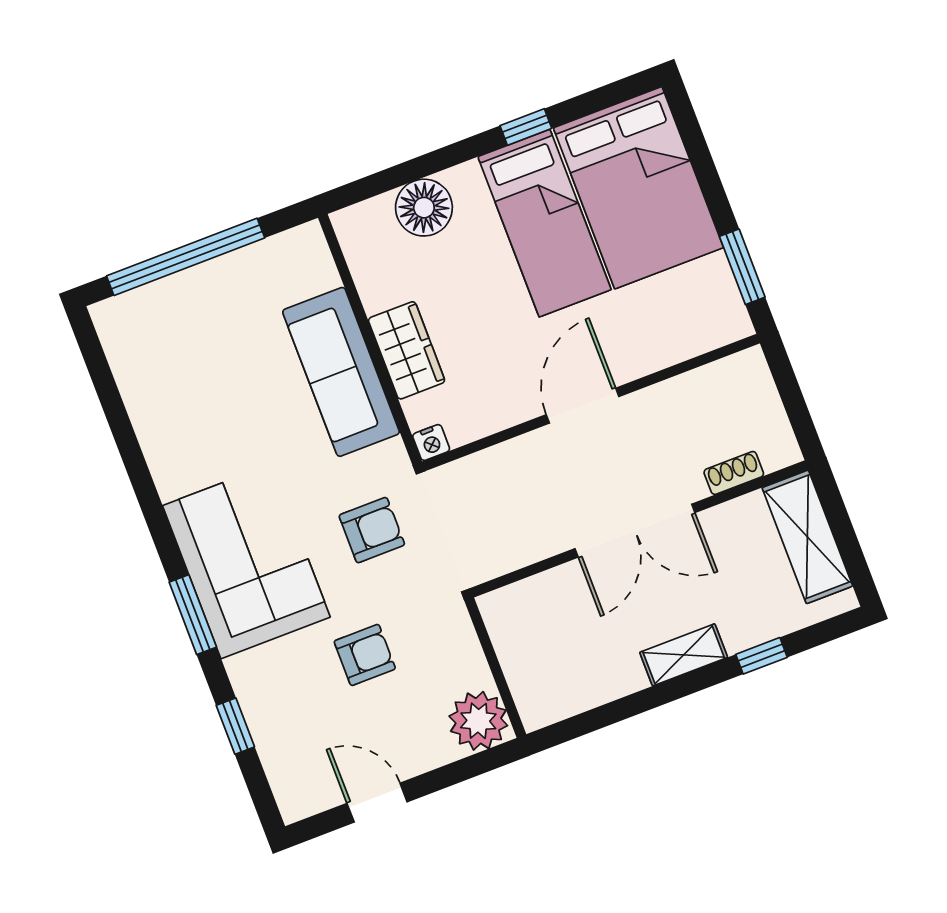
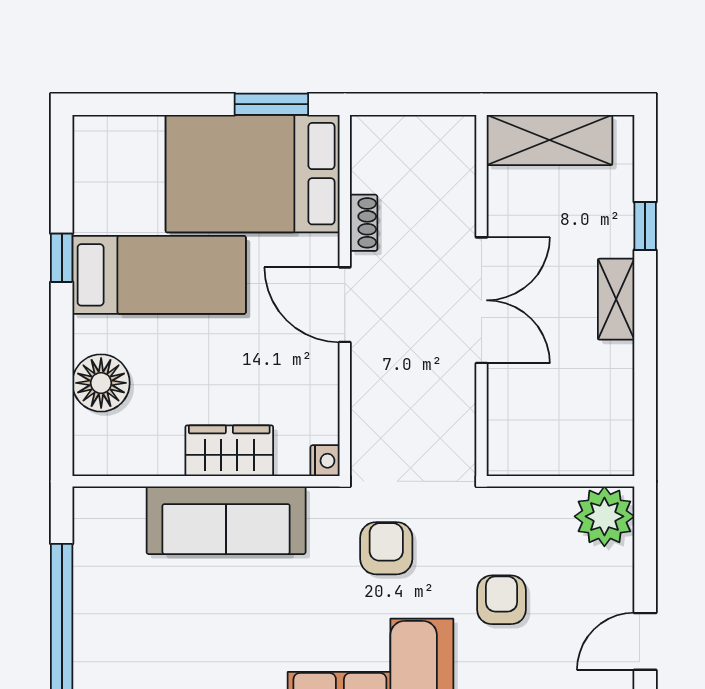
bed: (638, 188) -> (253, 174), moved, turned 180
shoe rack: (734, 473) -> (364, 223), moved, turned 180

